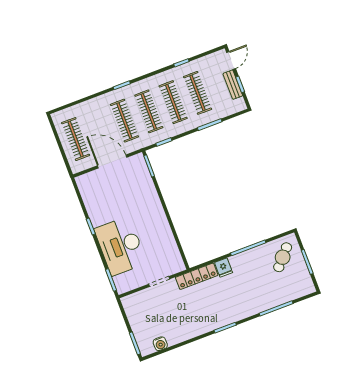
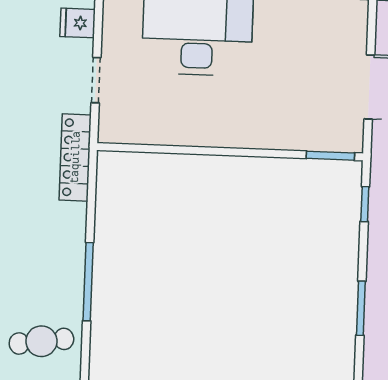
cafe table: (283, 257) -> (41, 341), turned -50
fridge: (224, 268) -> (78, 23), moved

